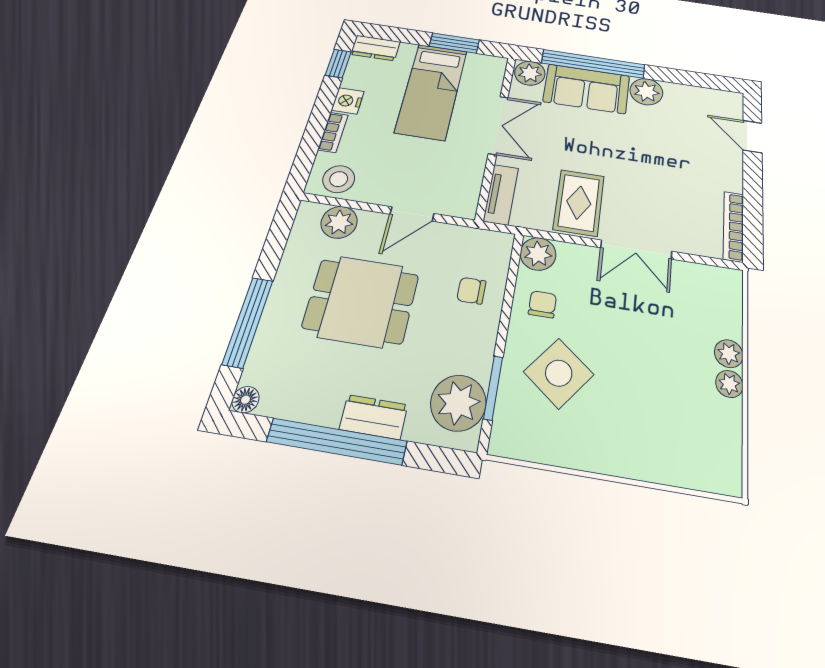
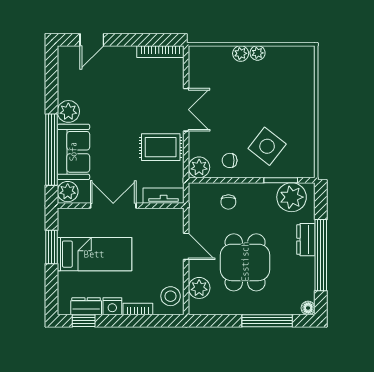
dresser: (375, 48) -> (86, 306), moved, turned -90

